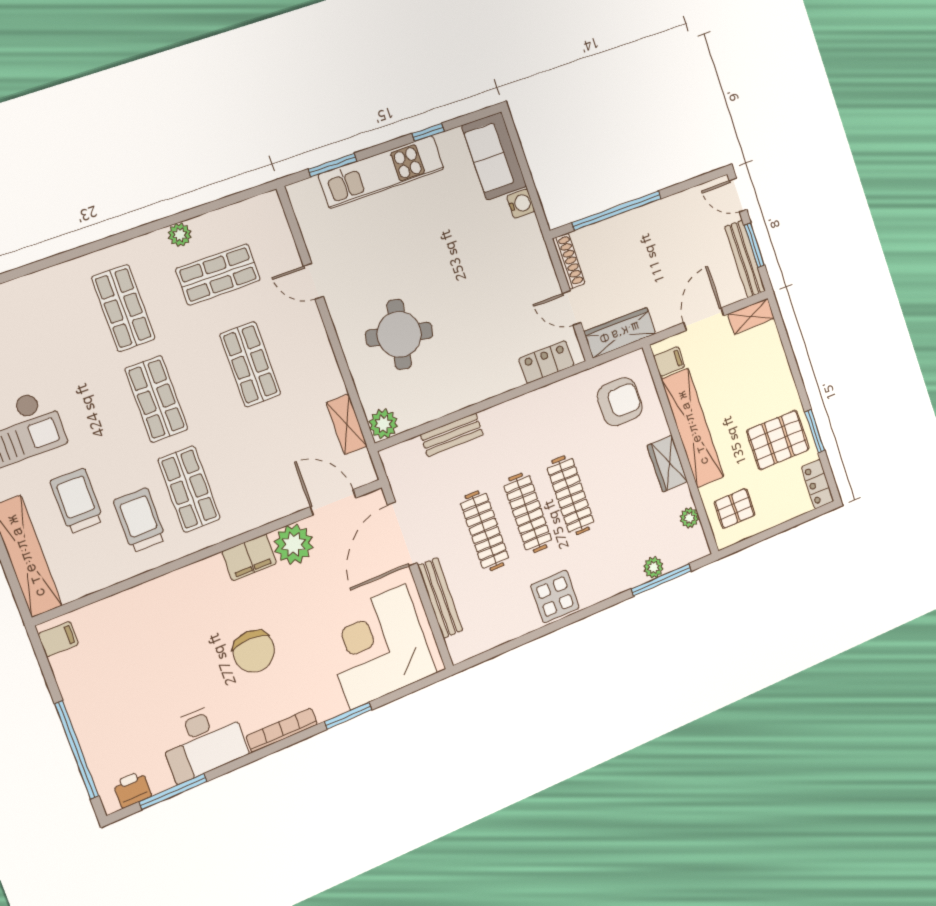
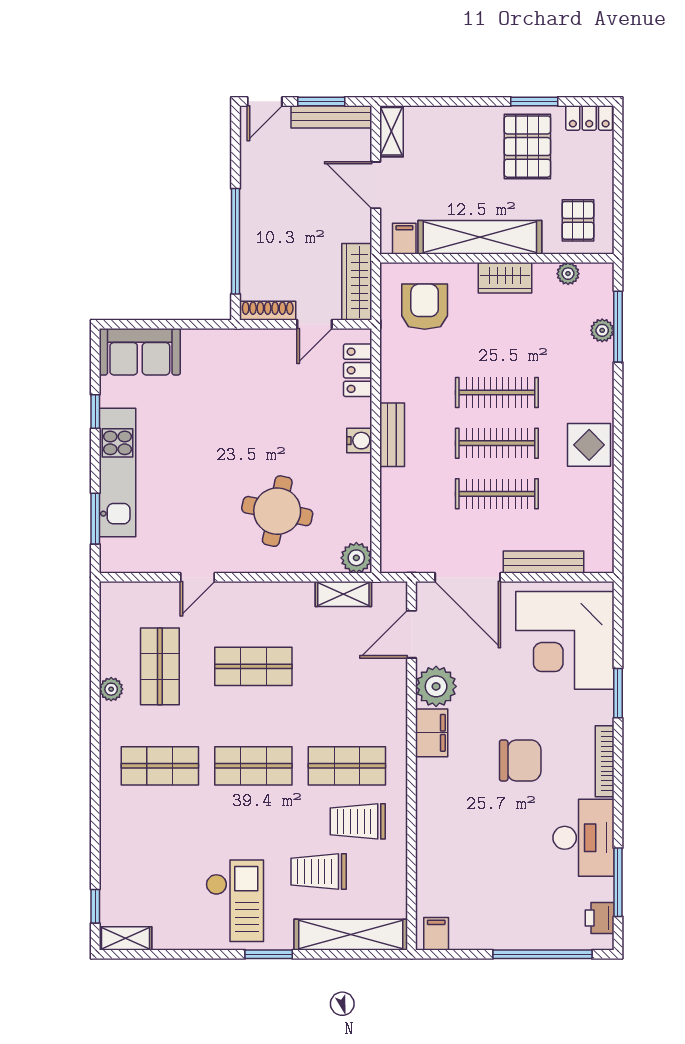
water cooler: (521, 204) -> (359, 441), moved, turned 90
bench: (452, 435) -> (392, 435), moved

